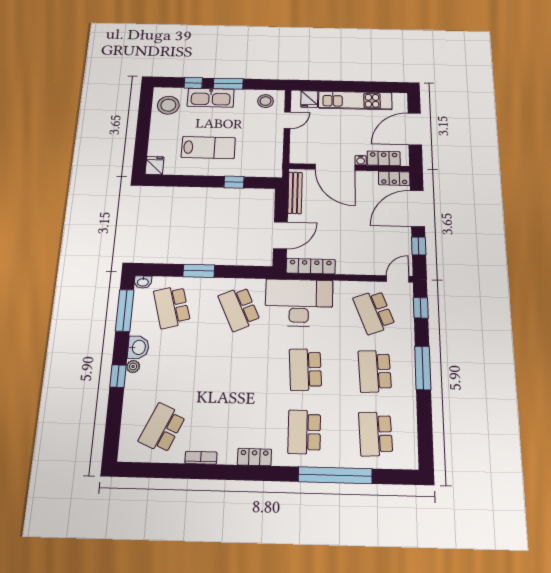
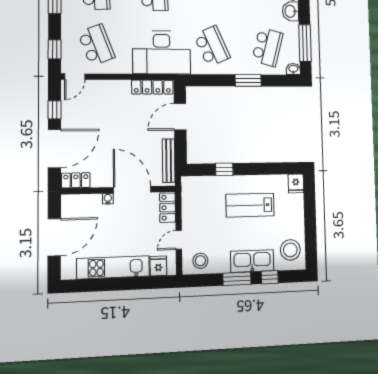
locker: (384, 158) -> (168, 208), moved, turned 90
school desk: (172, 307) -> (267, 47), turned 30

